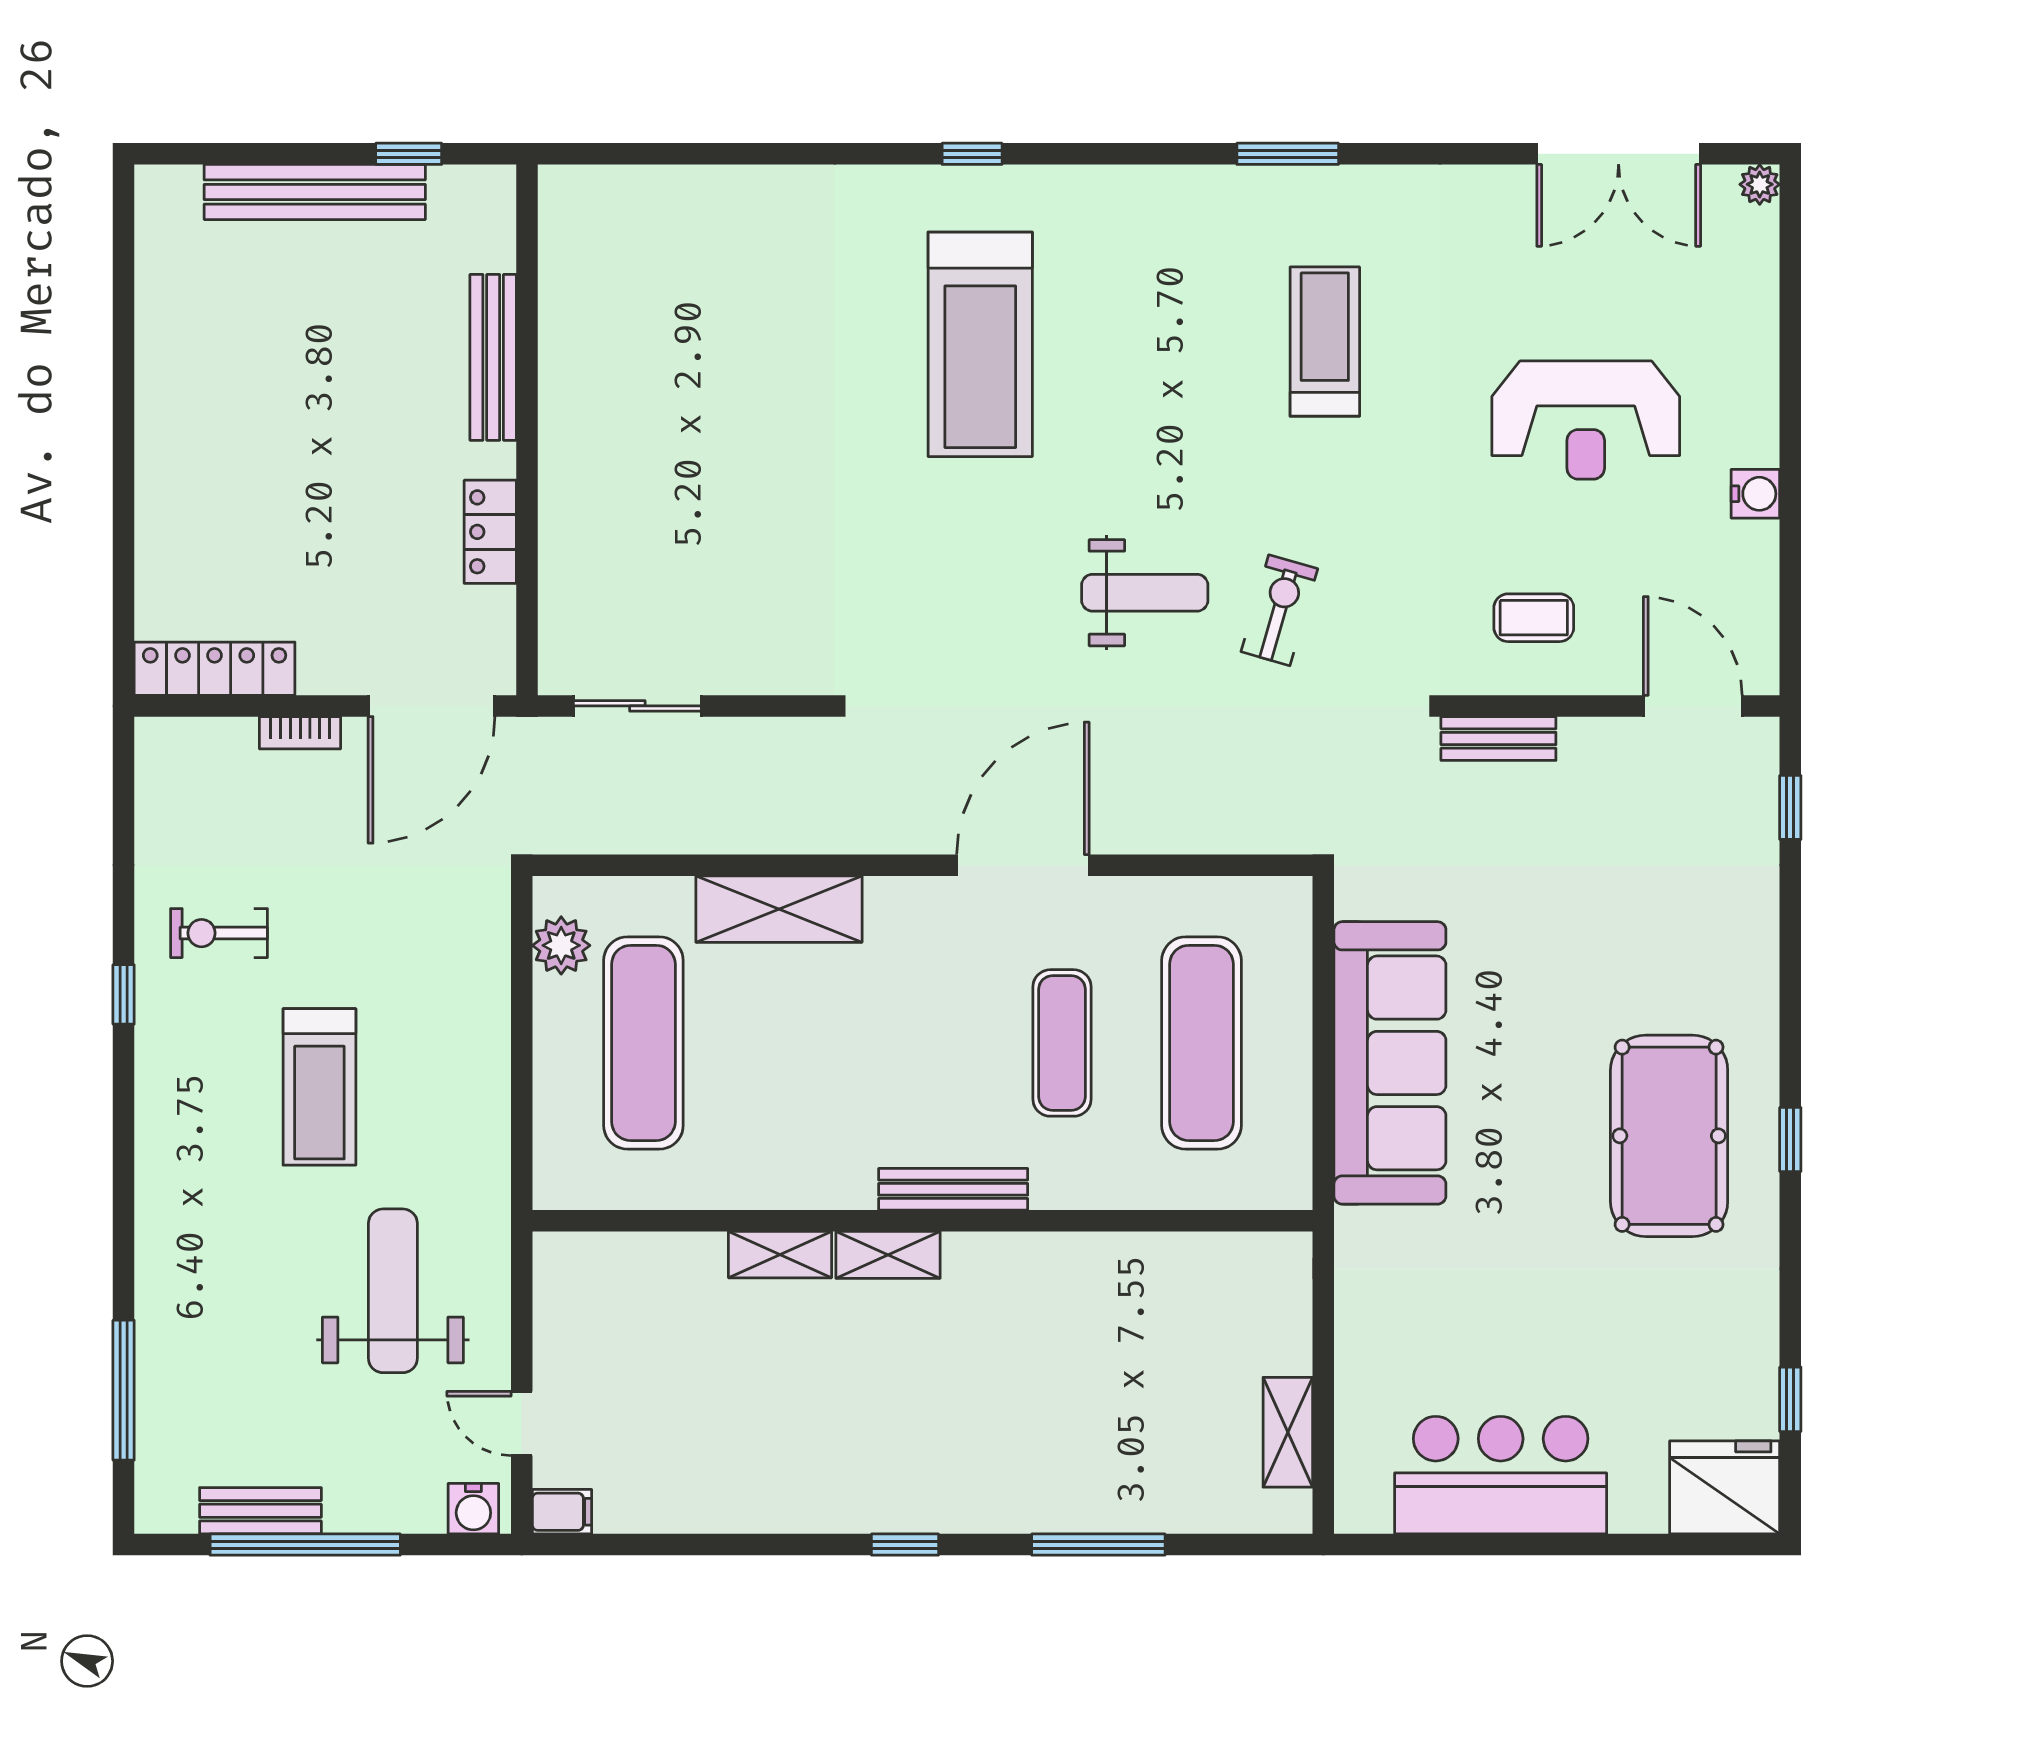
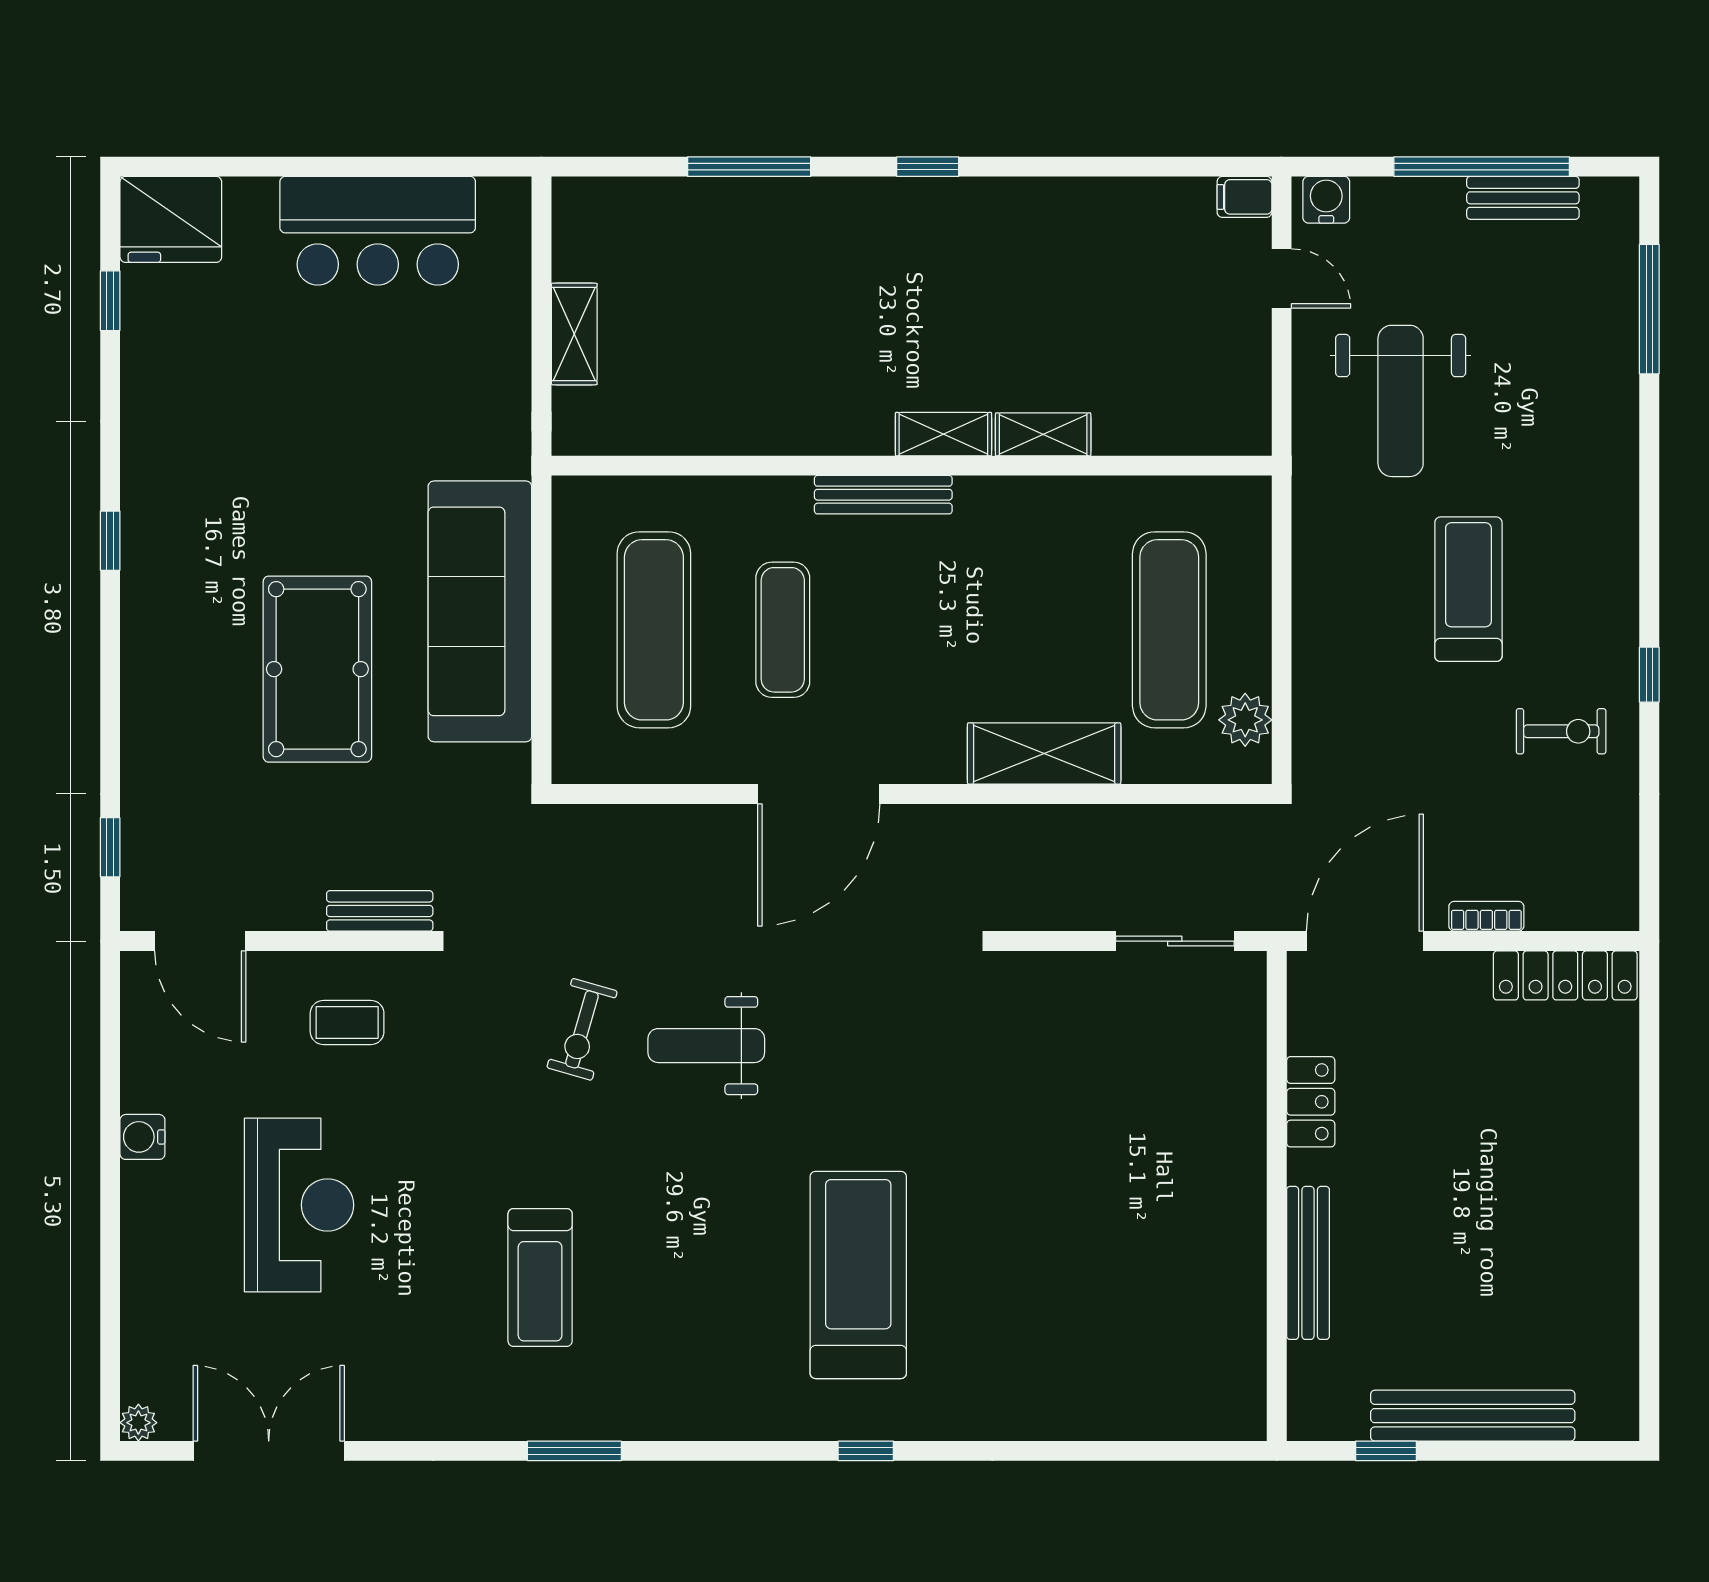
reception desk: (1586, 420) -> (299, 1205), turned 90
pool table: (1669, 1136) -> (317, 669), moved
shelving: (1288, 1432) -> (574, 334), moved

